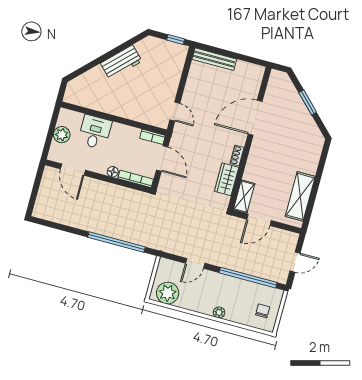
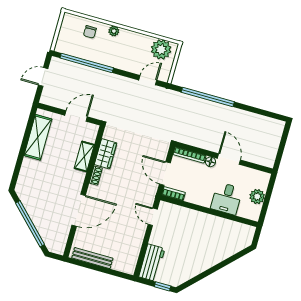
window: (176, 39) -> (163, 286), moved
bench: (214, 59) -> (92, 258), moved
workbench: (121, 62) -> (152, 263), moved, turned 135
window: (308, 103) -> (30, 224), width x2.11
door: (73, 170) -> (229, 159), moved
shelving: (244, 197) -> (84, 157), moved
door: (195, 263) -> (148, 80), moved
chair: (263, 311) -> (90, 32), moved

